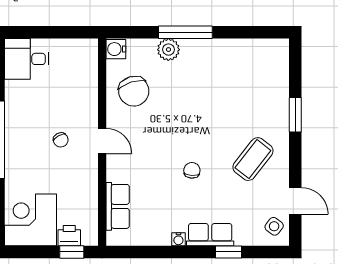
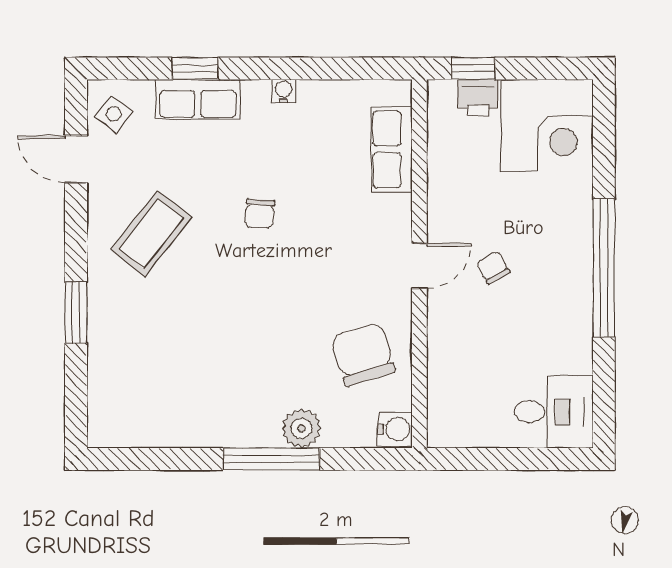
door: (102, 141) -> (419, 266), swing flipped
row of seats: (210, 235) -> (198, 99), moved

